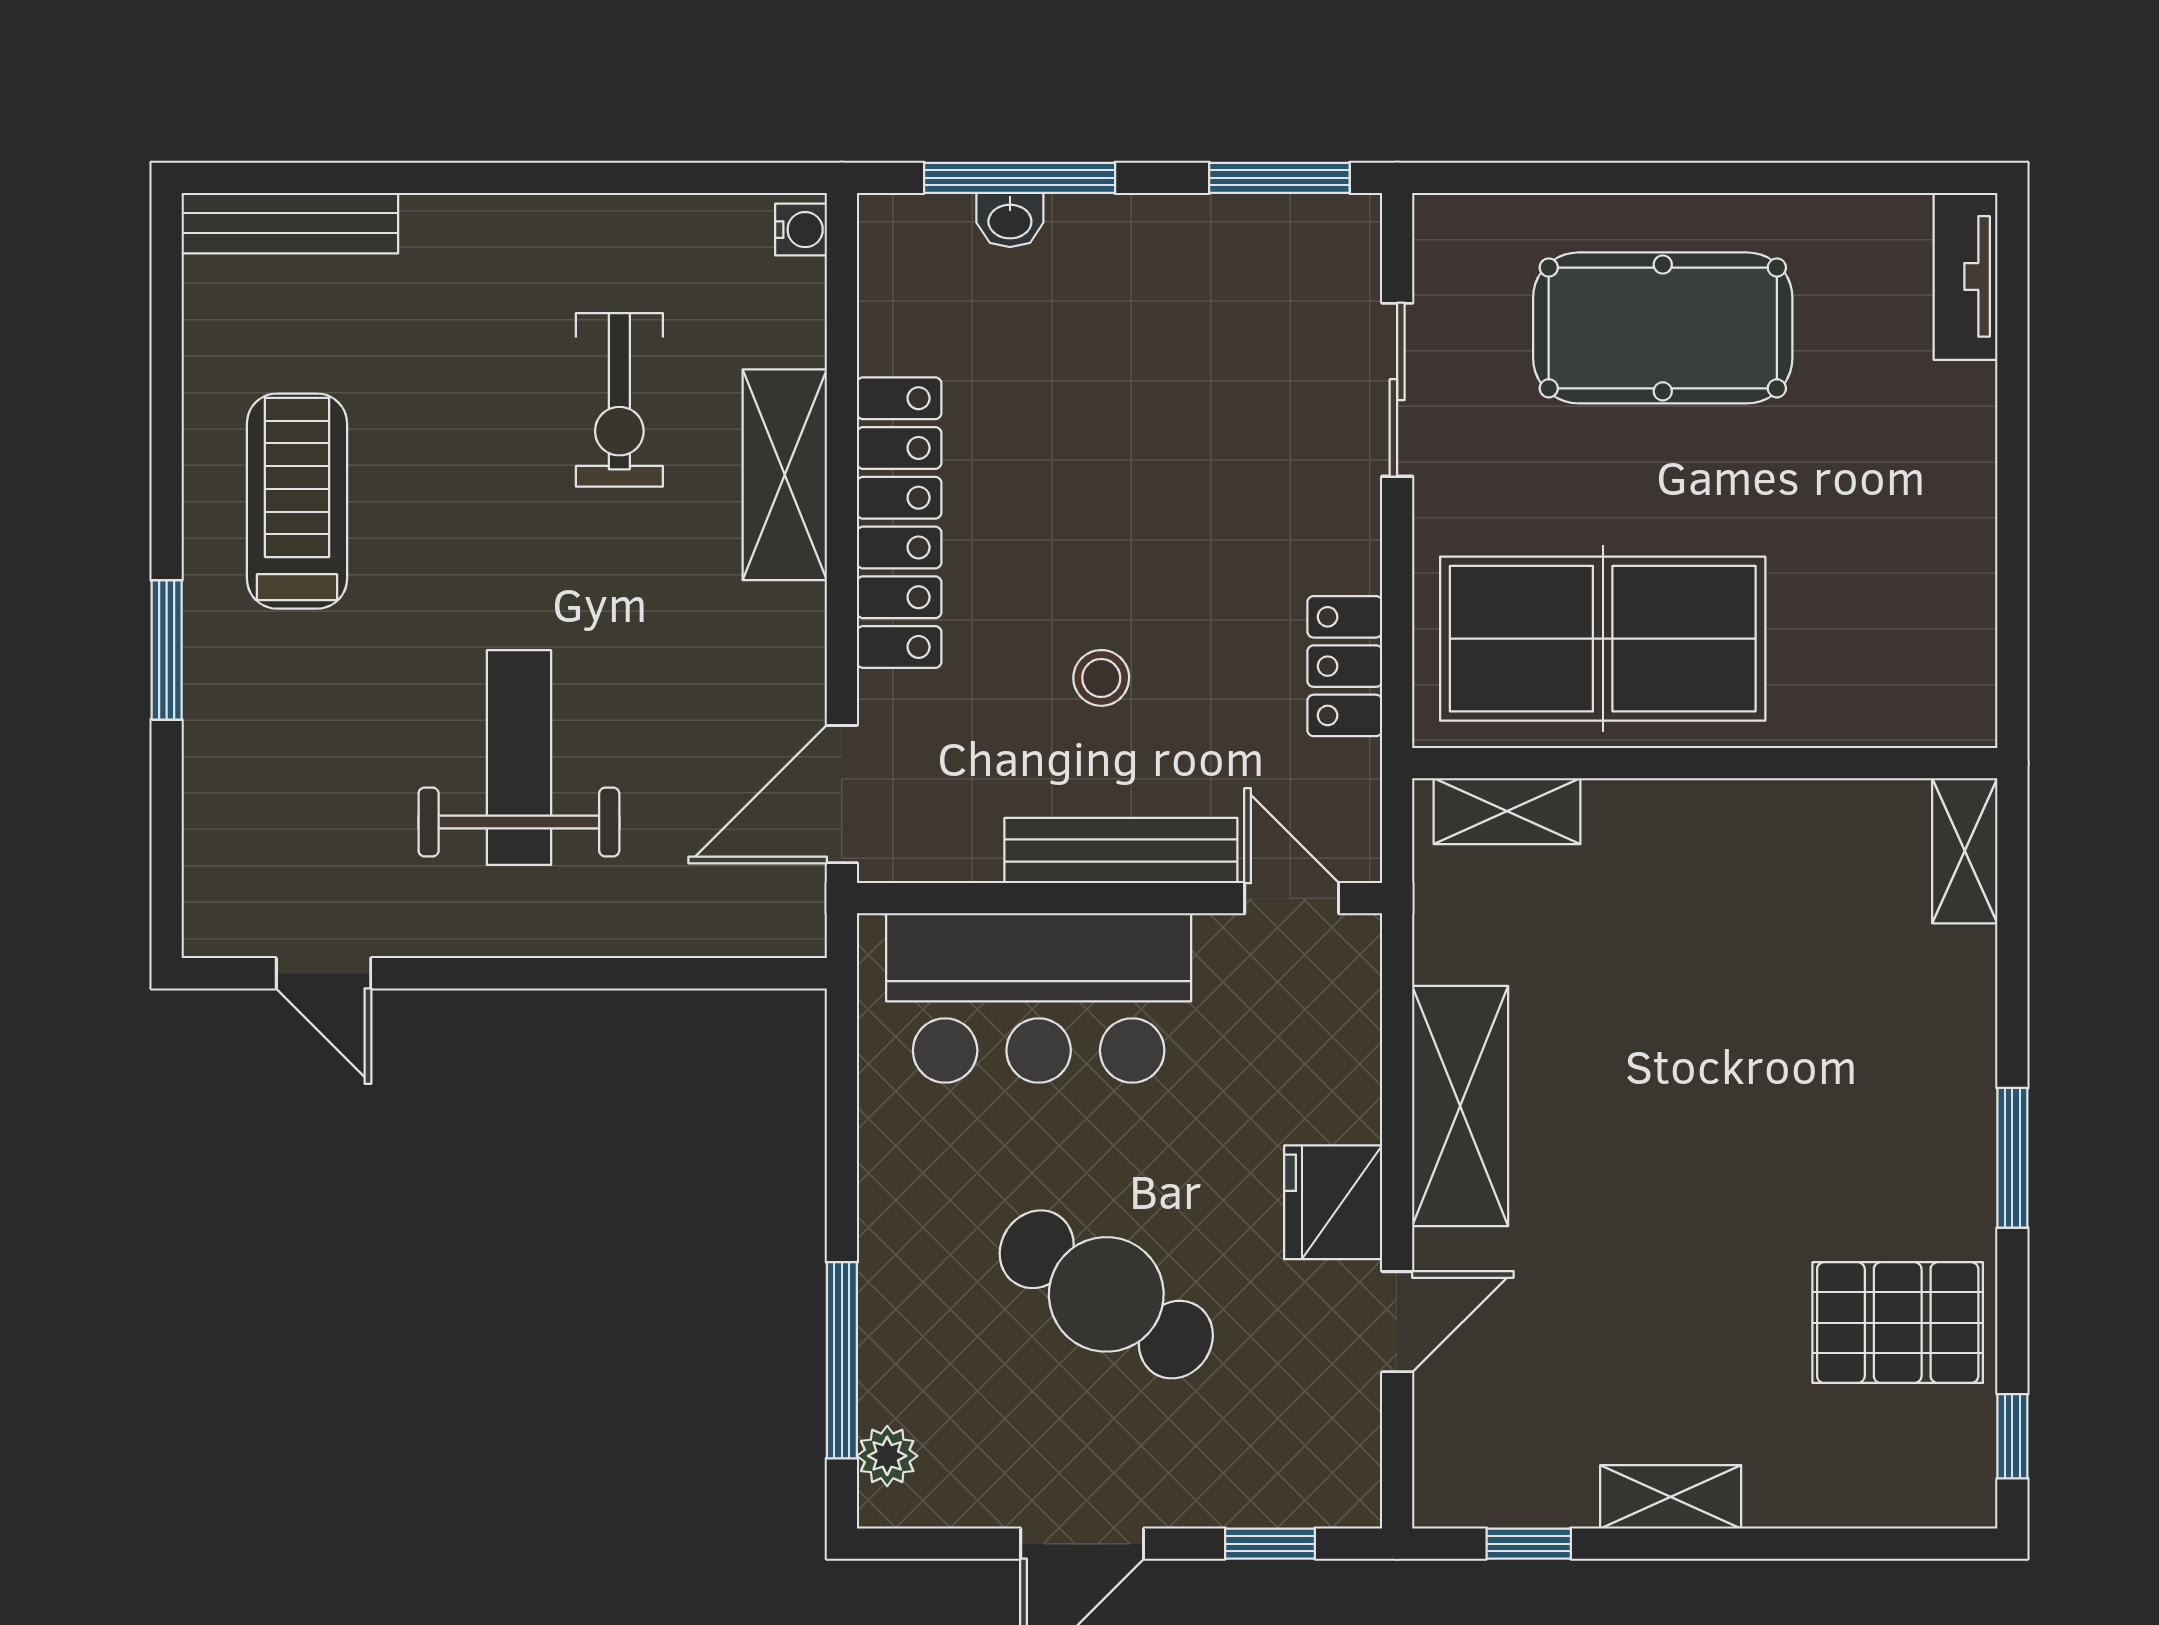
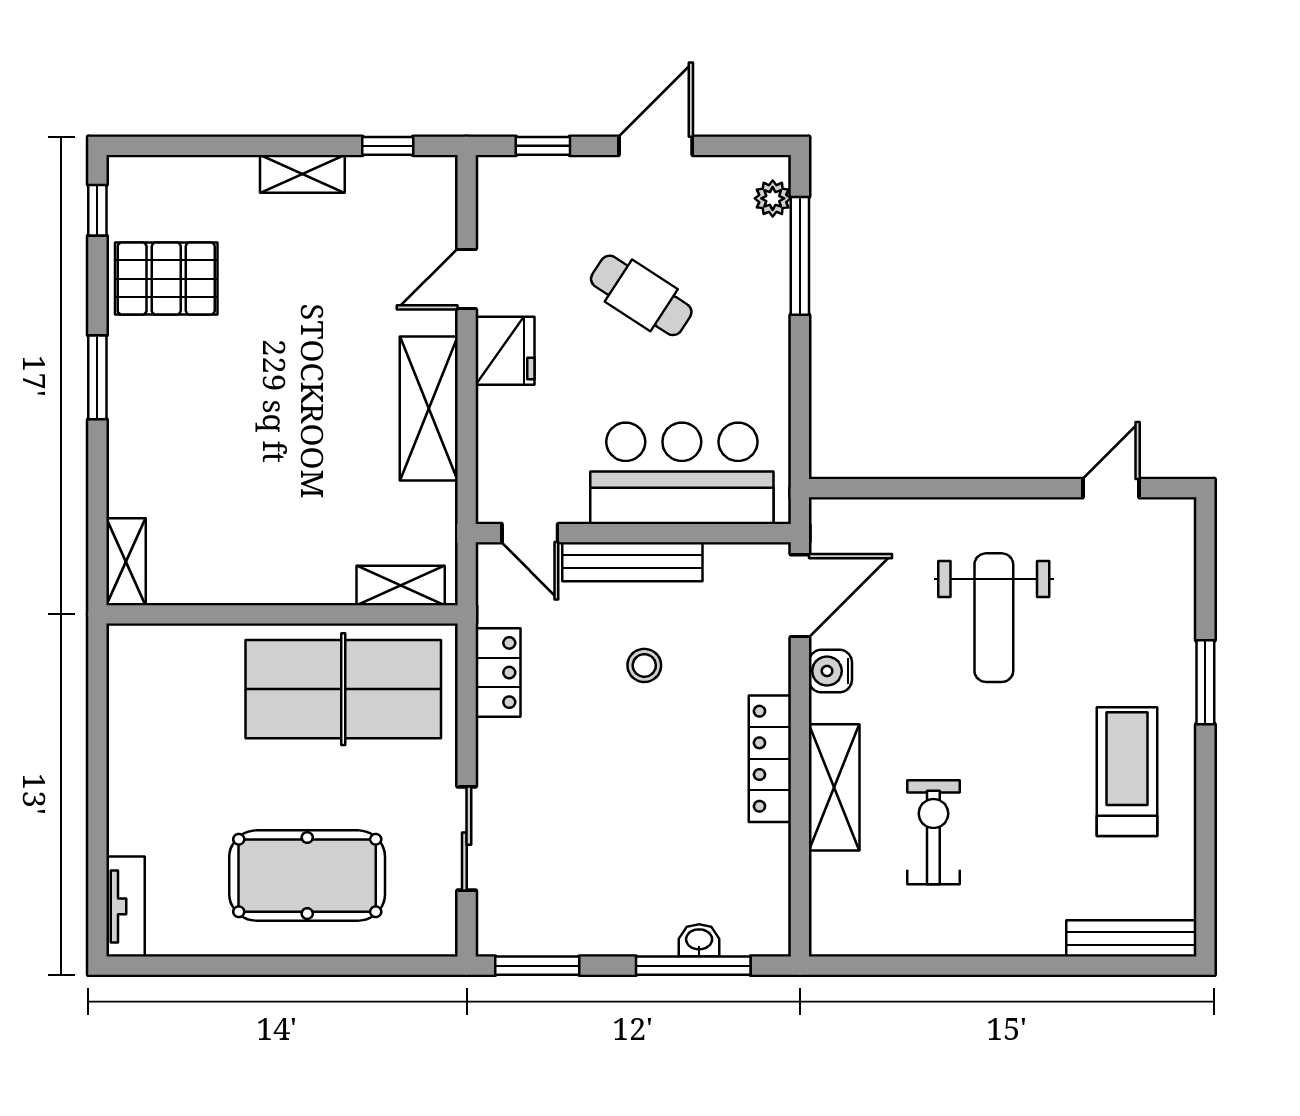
water cooler: (801, 230) -> (830, 671), moved, width x1.38, depth x1.38
treadmill: (297, 501) -> (1127, 772), turned 180
locker: (899, 523) -> (770, 759), width x0.71, depth x0.83
door: (324, 973) -> (1111, 488), hinge flipped
cafe table: (1106, 1294) -> (641, 295), width x0.73, depth x0.74

